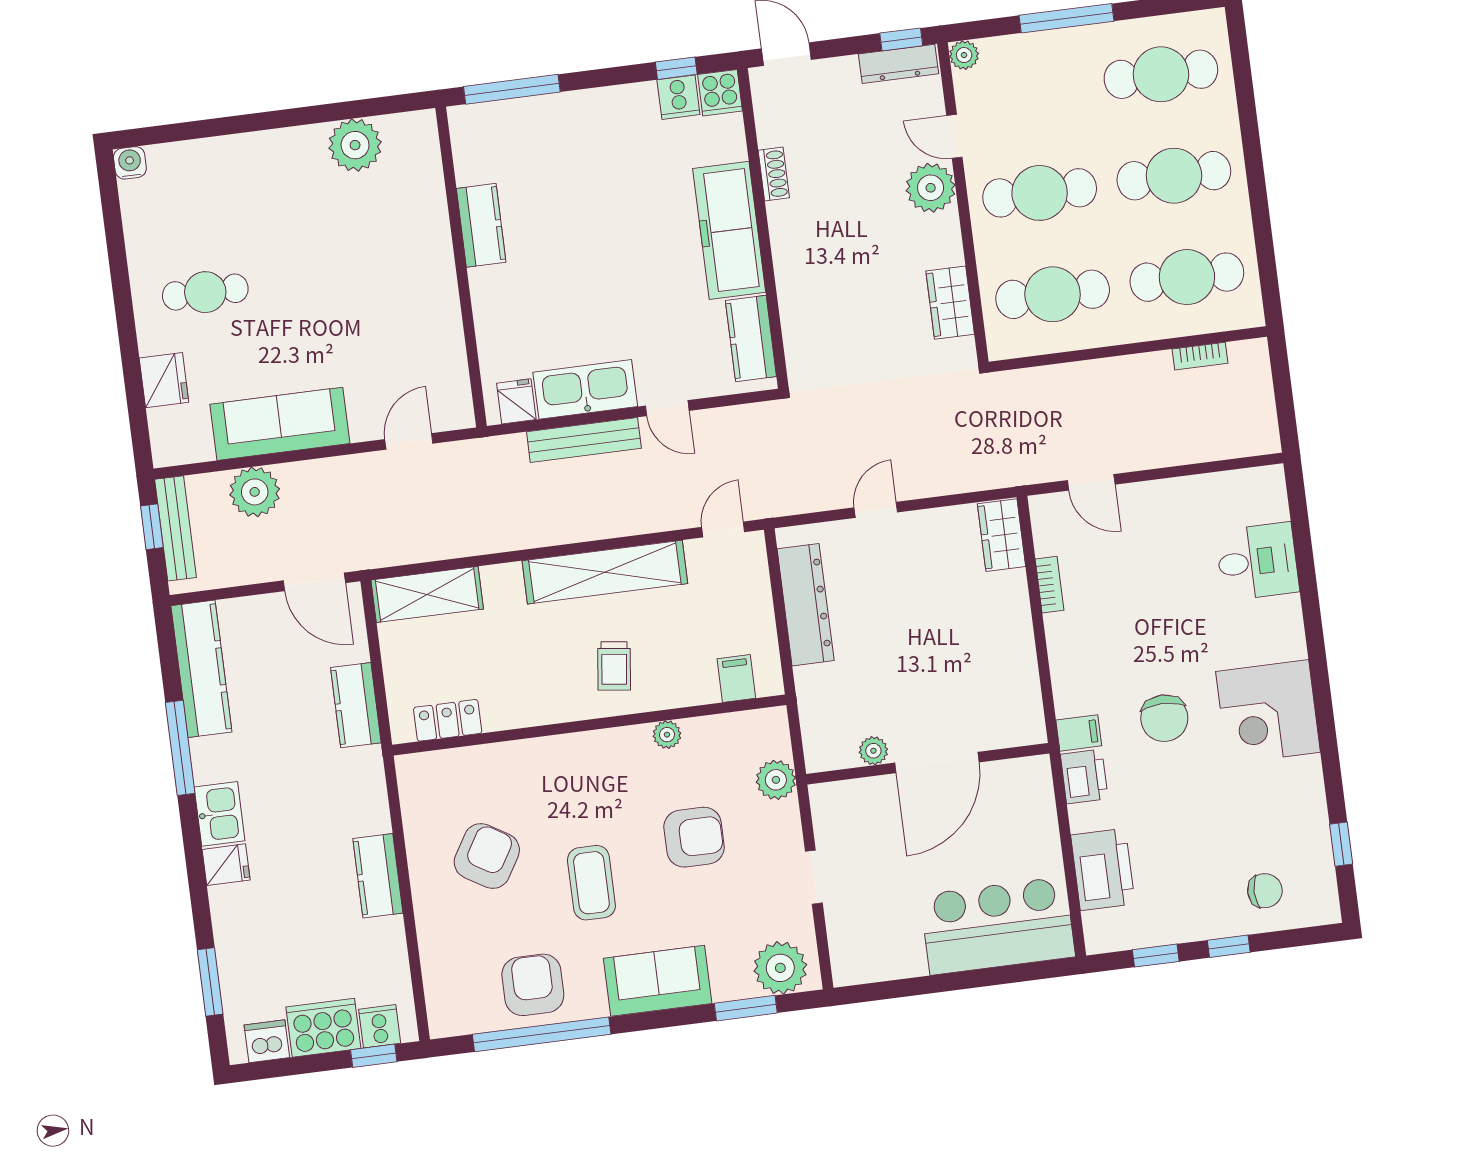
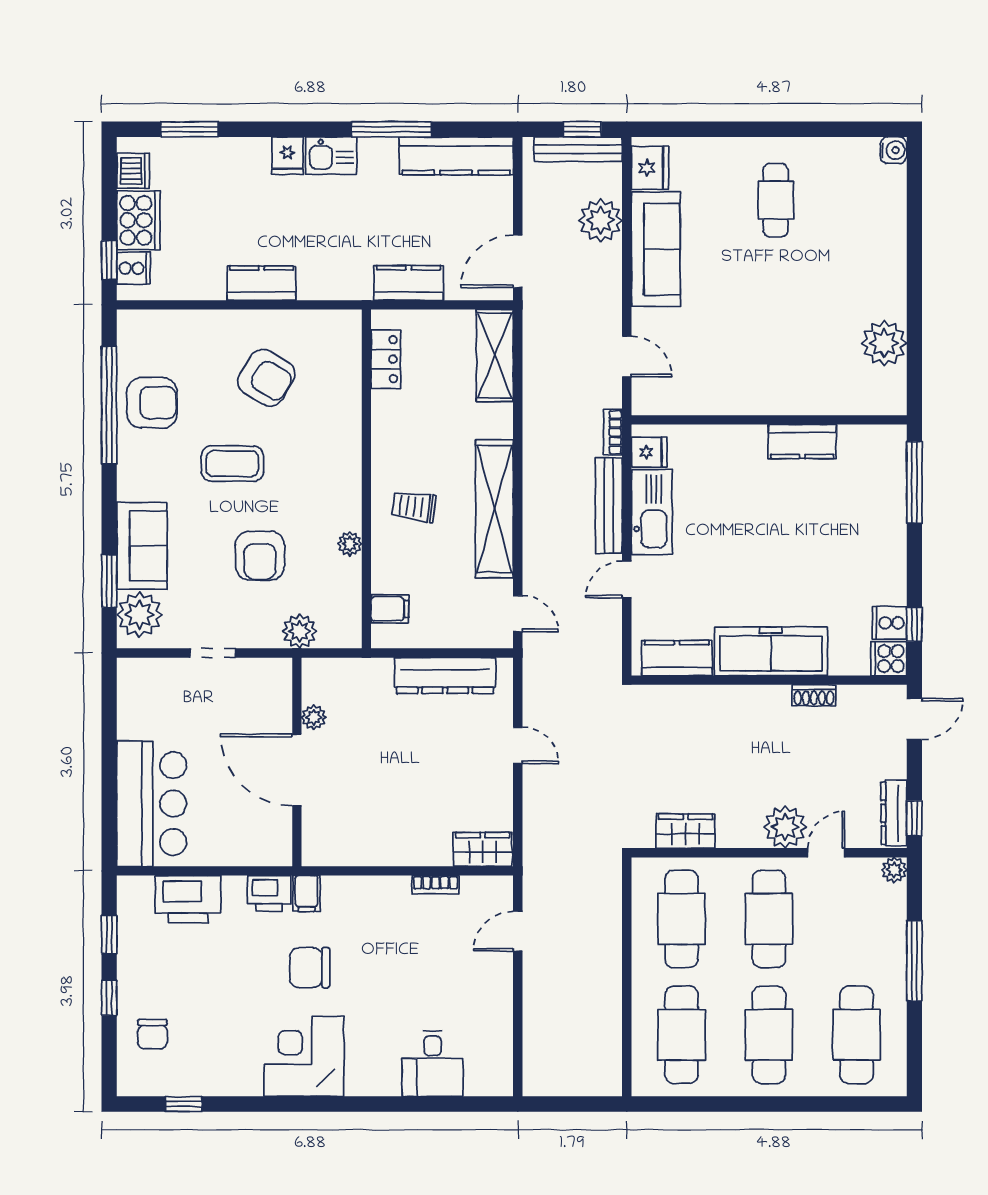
bookcase: (1200, 356) -> (613, 432), moved
fridge: (164, 380) -> (650, 168), moved, turned -90
sofa: (658, 981) -> (142, 546), moved

